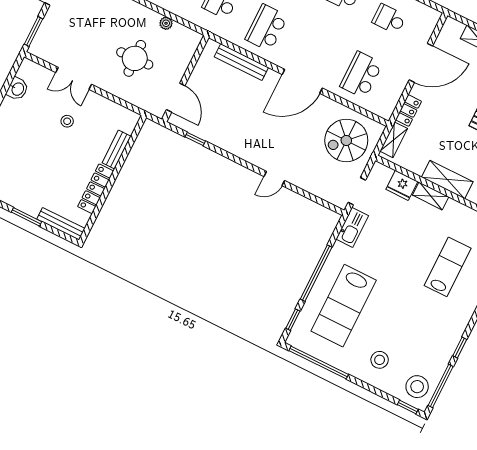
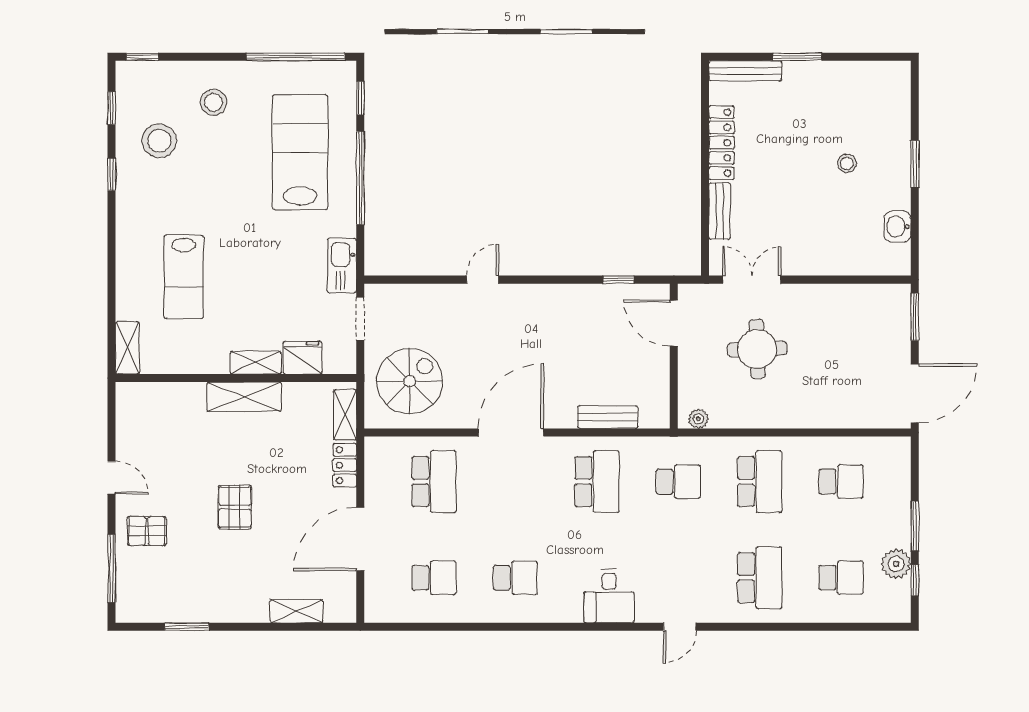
plant: (166, 23) -> (698, 419), moved
bench: (241, 62) -> (608, 417), width x0.73
double door: (74, 78) -> (752, 280), moved
stool: (67, 121) -> (847, 163), moved
window: (441, 386) -> (112, 108), width x0.46
stool: (417, 387) -> (159, 141), moved

